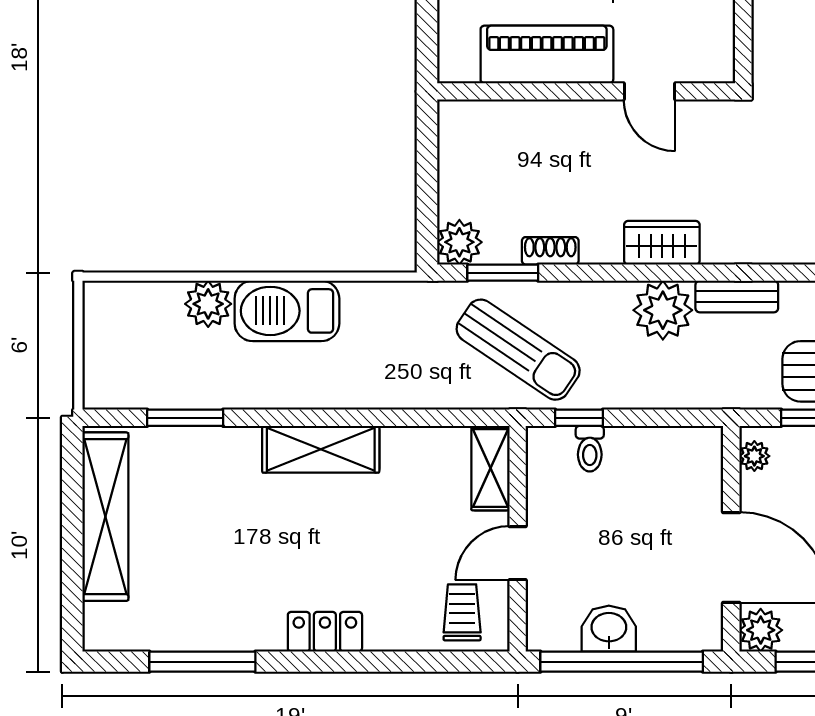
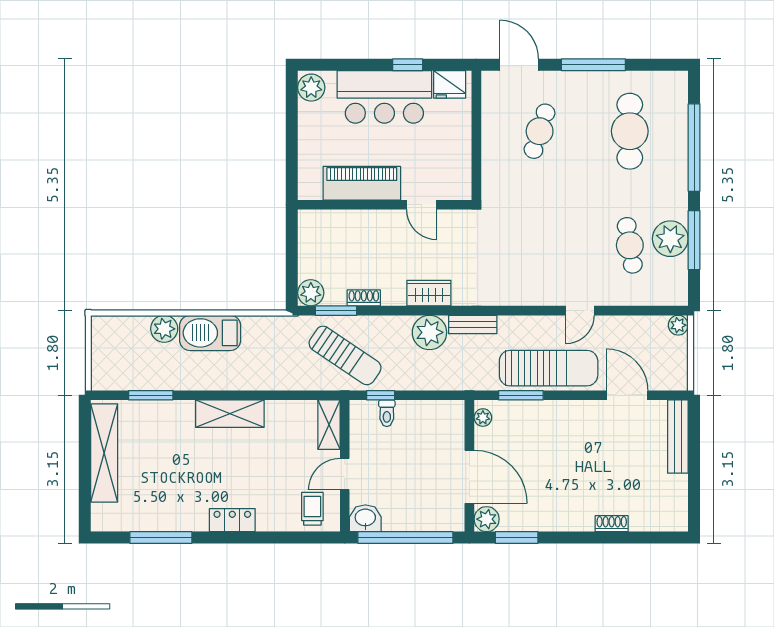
washbasin: (609, 629) -> (365, 518), moved

